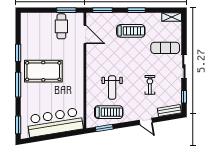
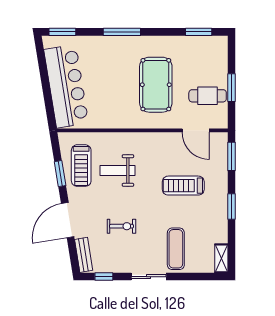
window: (66, 10) -> (232, 88), moved
treadmill: (131, 31) -> (183, 186), moved, turned 90
door: (85, 35) -> (196, 130), hinge flipped
window: (18, 53) -> (199, 32), moved
pool table: (43, 71) -> (156, 85), moved
door: (146, 121) -> (68, 220), width x1.87
window: (104, 128) -> (60, 174), moved

